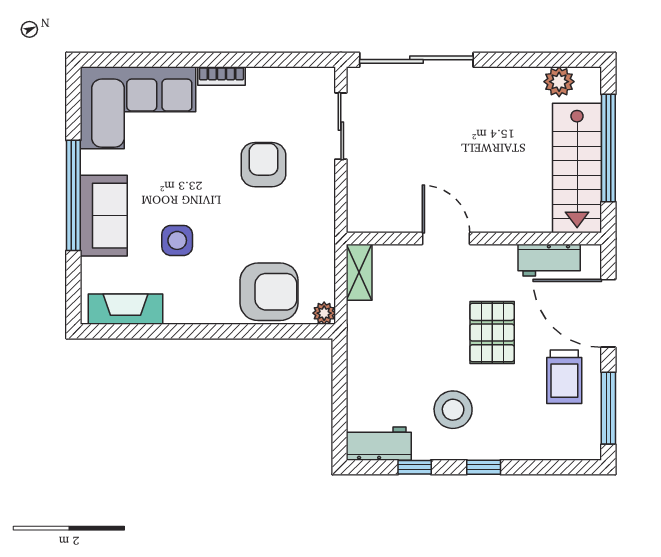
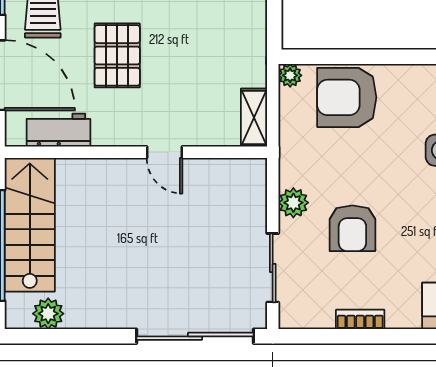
bookcase: (221, 76) -> (360, 319), moved
plant: (321, 189) -> (293, 203), added
door: (446, 239) -> (164, 152), width x0.73

